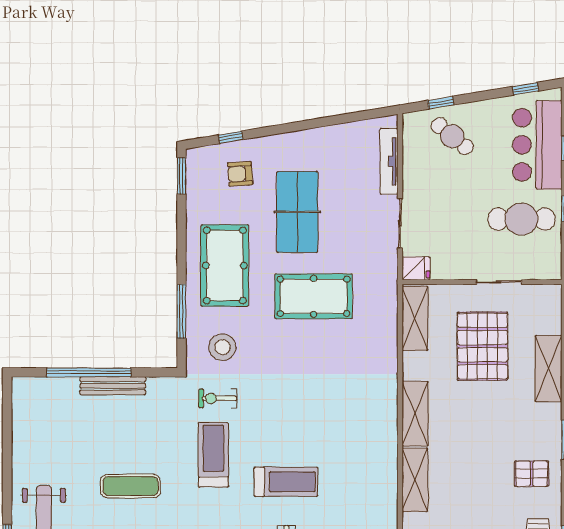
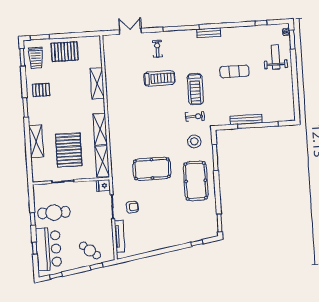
armchair: (240, 174) -> (132, 207), moved
table tennis table: (297, 212) -> (162, 209), removed
shelving: (415, 414) -> (100, 129), moved
treadmill: (286, 482) -> (159, 78), turned 180

